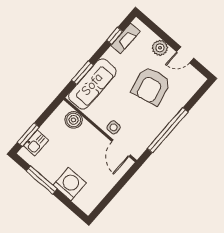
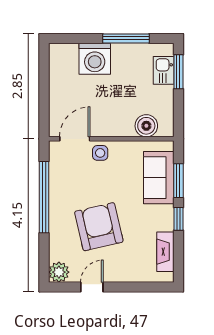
window: (115, 36) -> (178, 219), moved
plant: (160, 48) -> (59, 272), moved
sofa: (92, 84) -> (159, 178), width x0.73
door: (121, 148) -> (75, 139), hinge flipped

